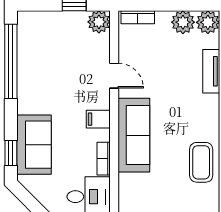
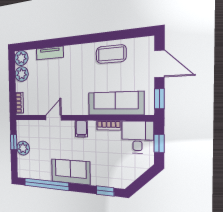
plant: (99, 22) -> (23, 148), moved
sofa: (134, 135) -> (115, 103), moved
sofa: (34, 145) -> (71, 172), moved

